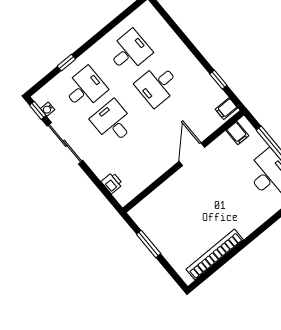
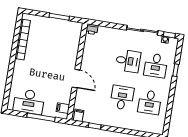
printer: (112, 183) -> (92, 29), moved

